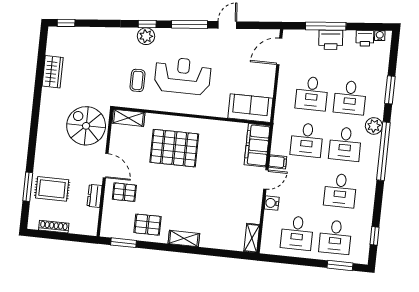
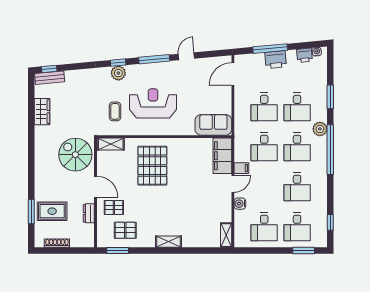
bench: (65, 33) -> (50, 78), added
pallet: (174, 148) -> (152, 166), turned 90
pallet: (148, 225) -> (125, 230), moved

